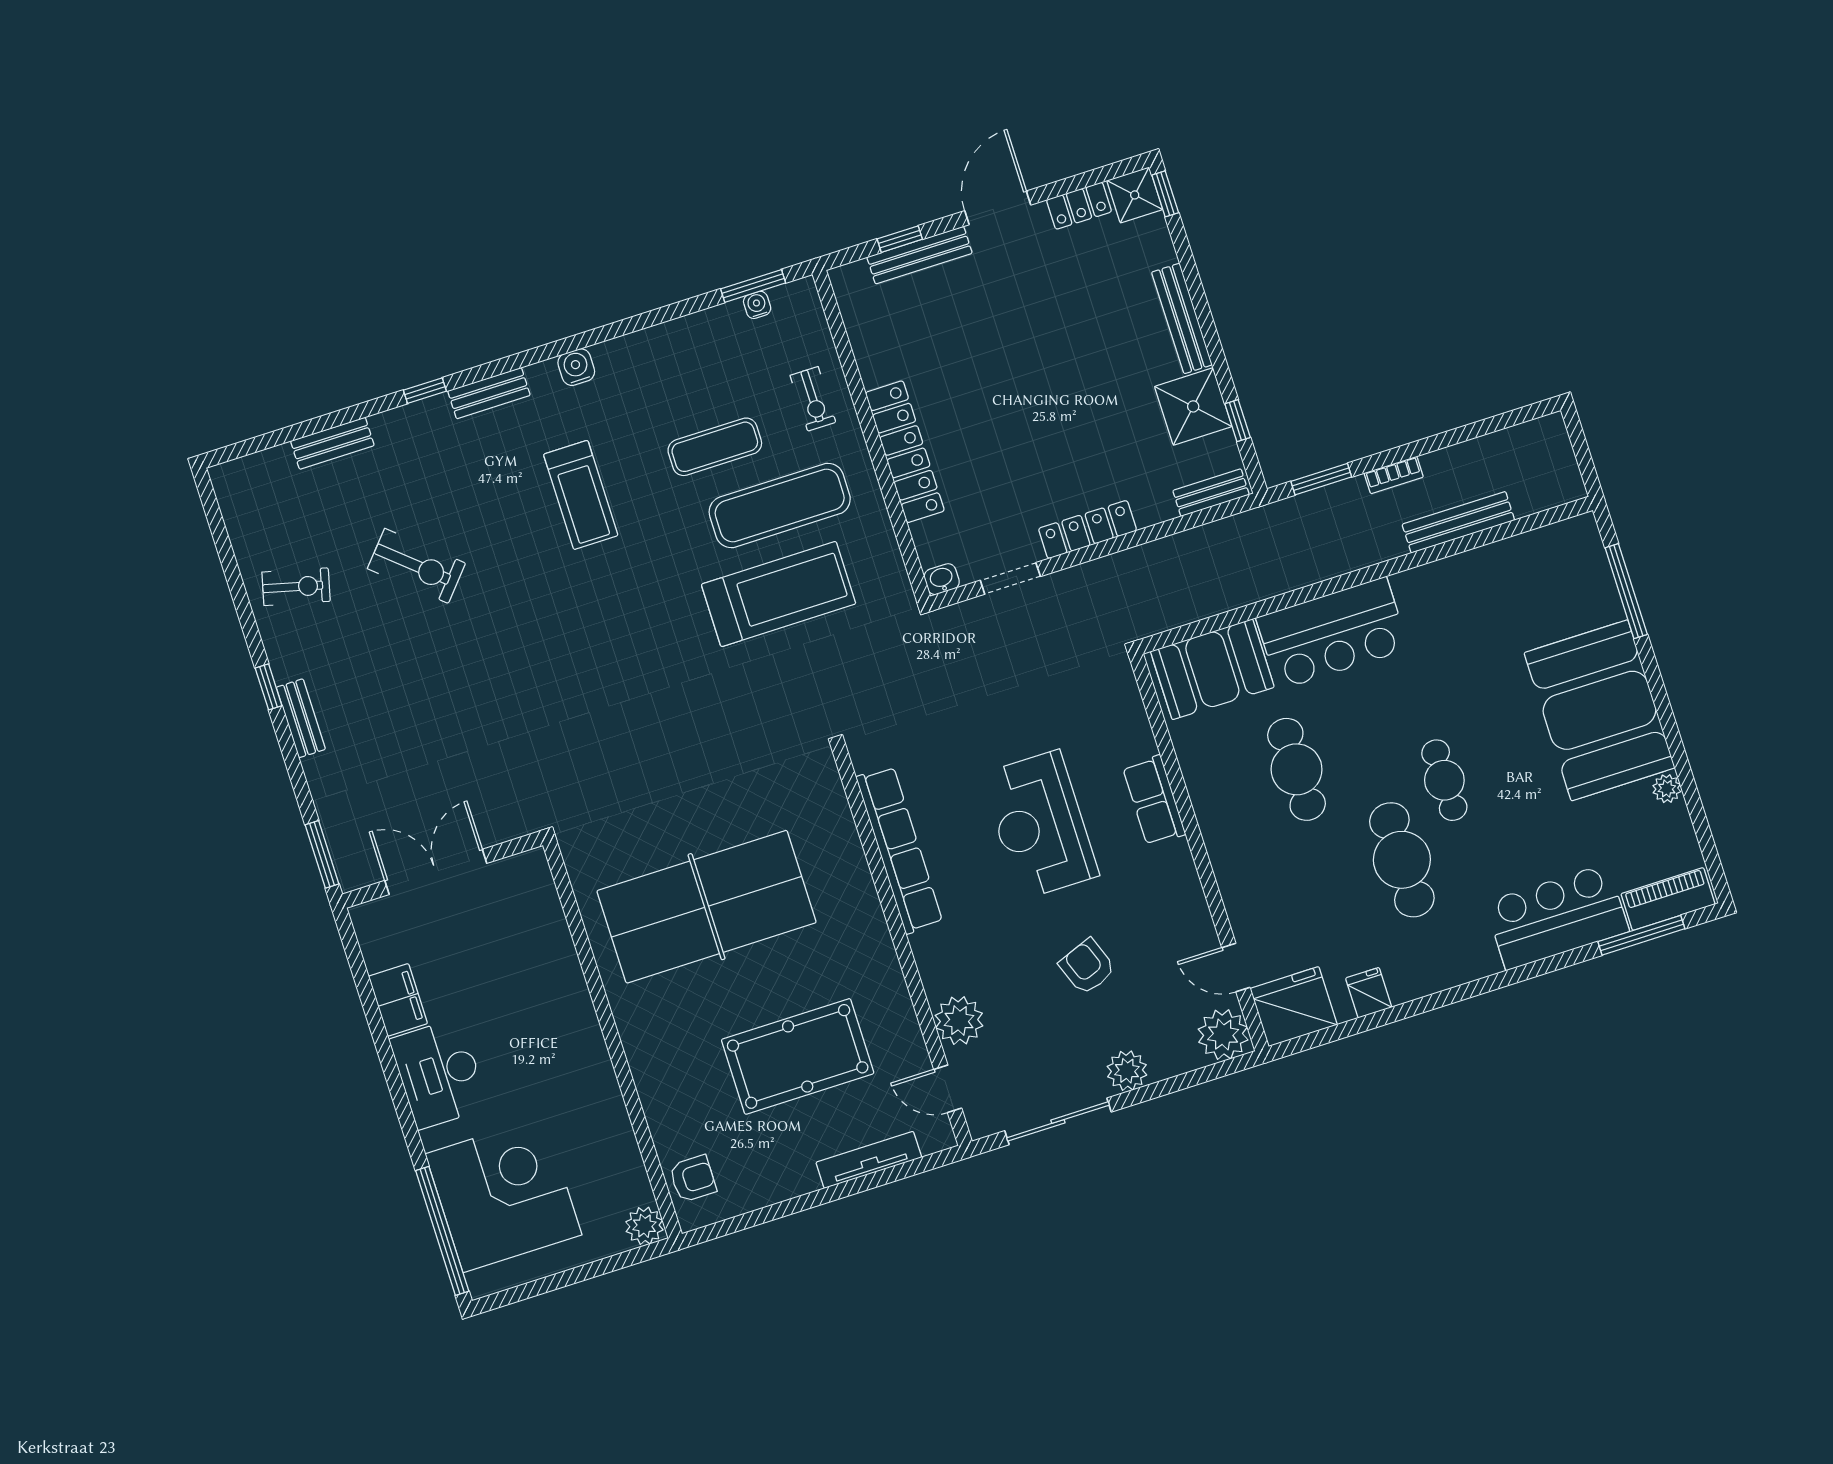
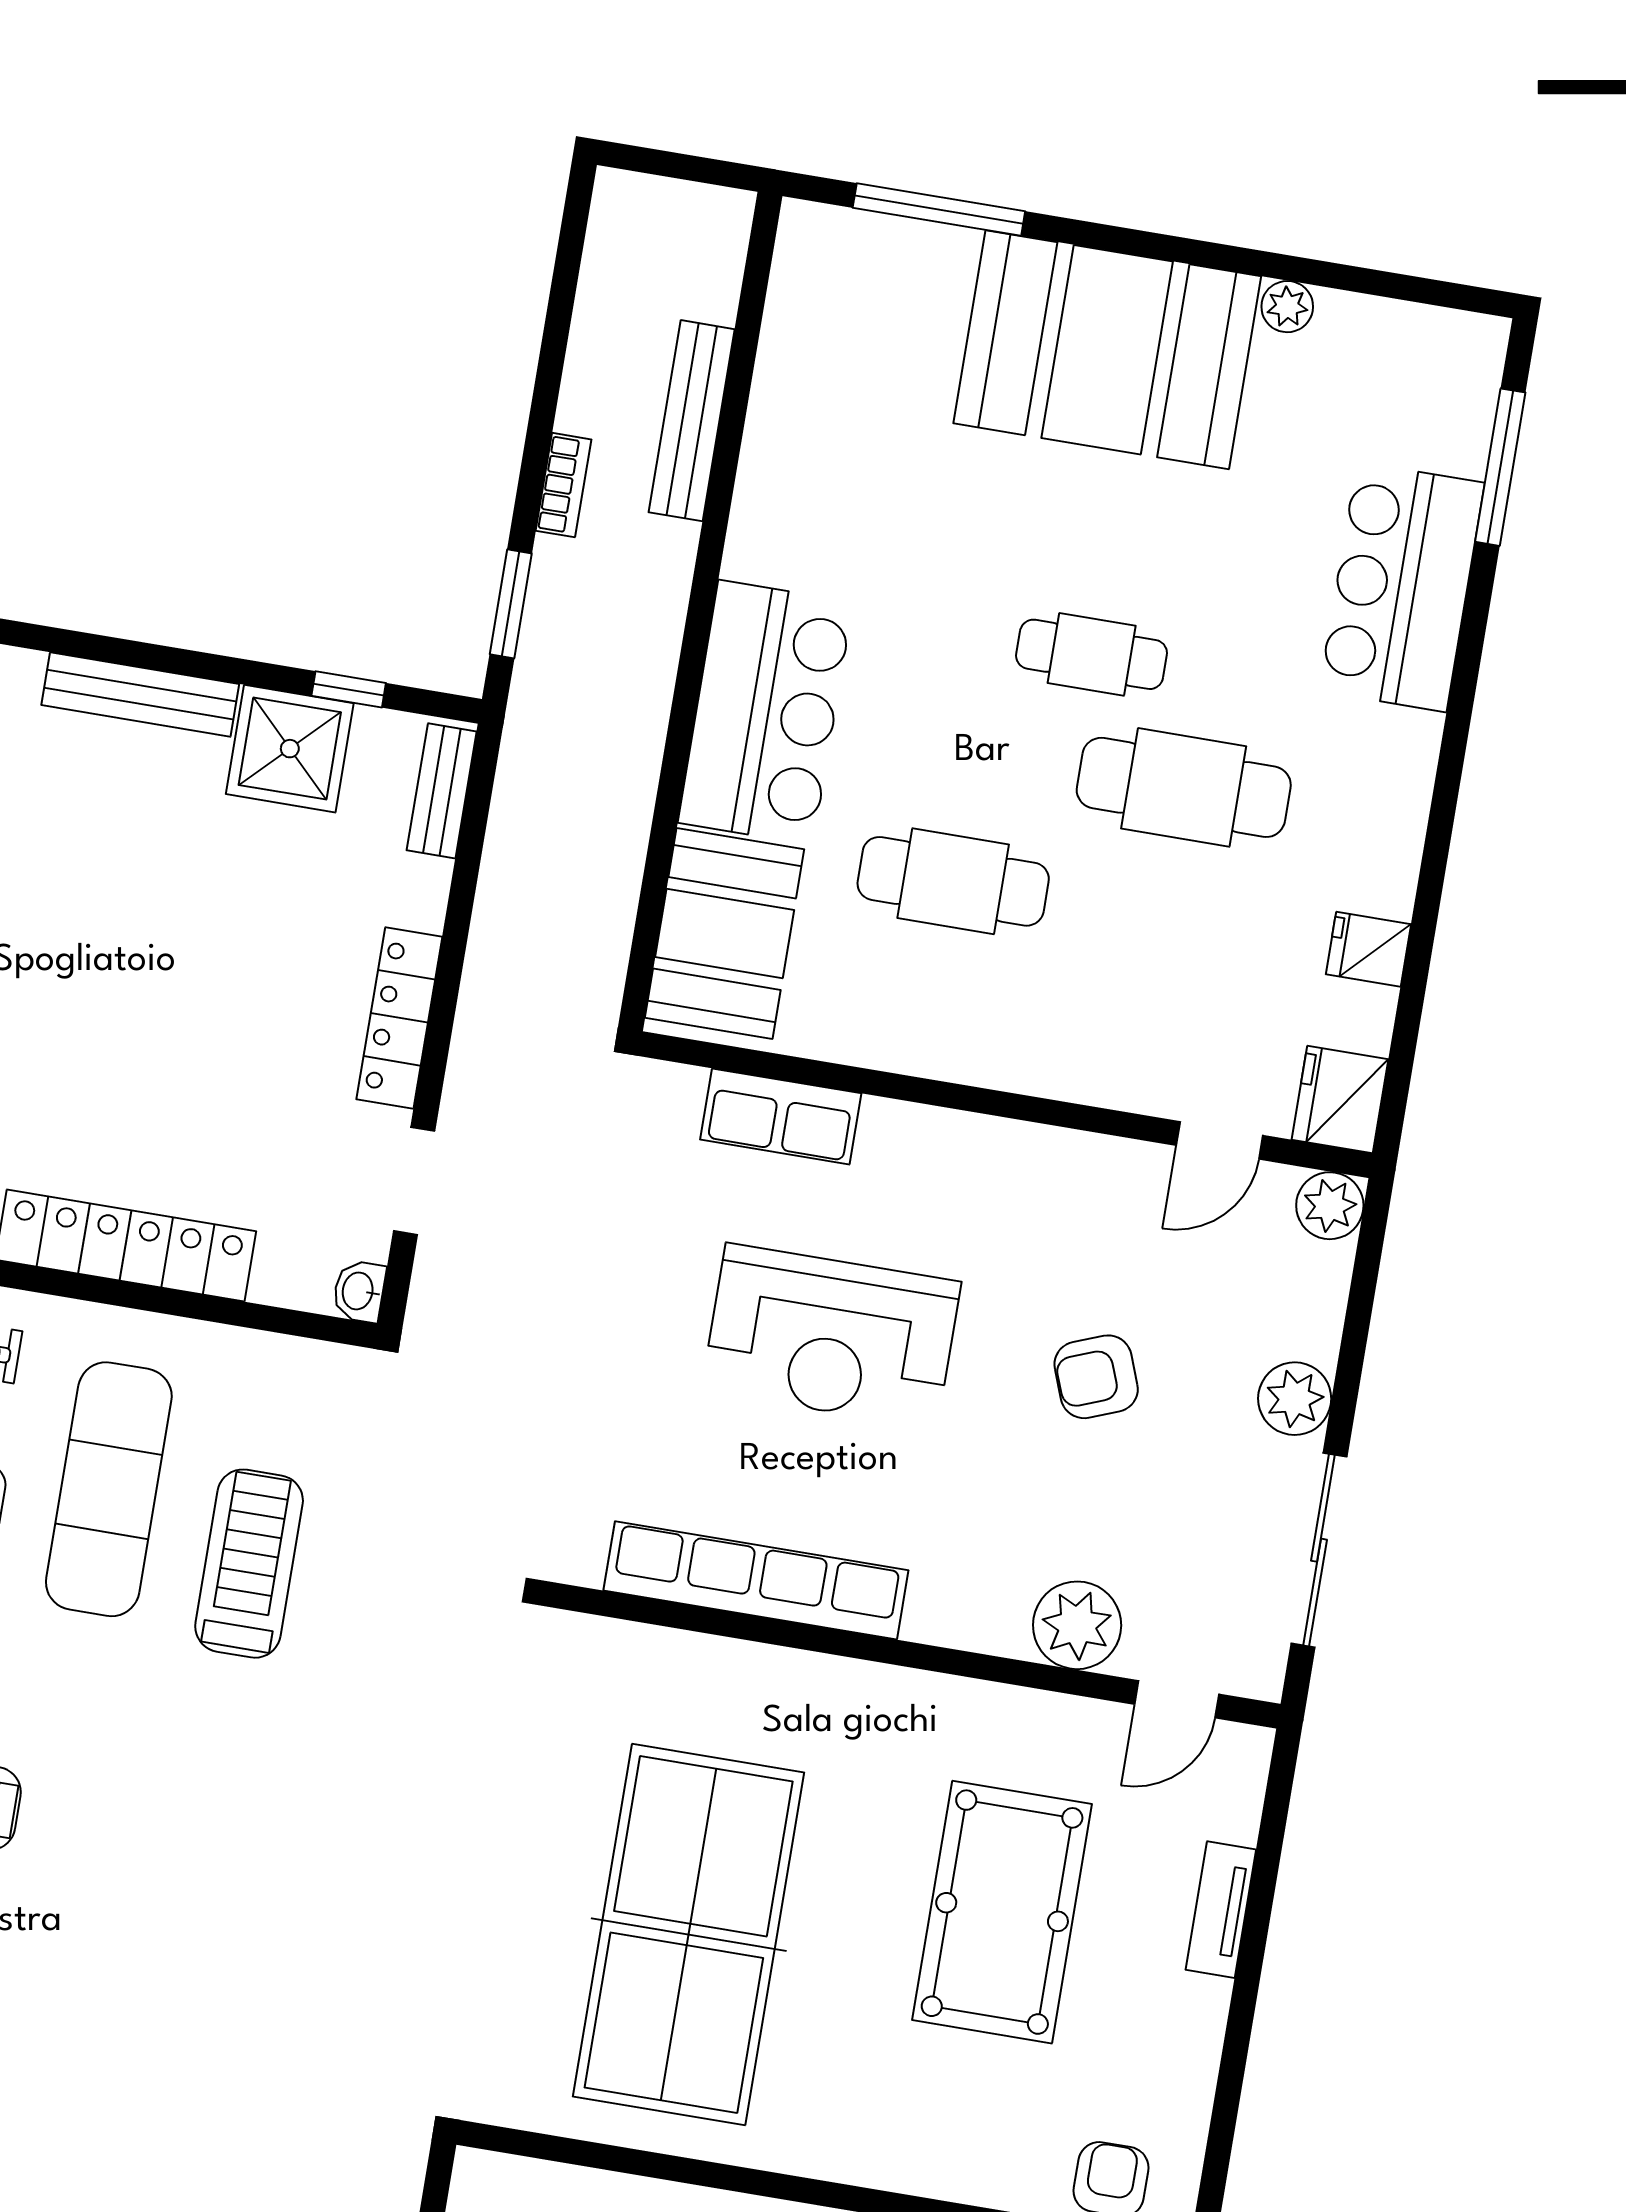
treadmill: (779, 594) -> (249, 1564), width x0.73, depth x0.73
row of seats: (1154, 800) -> (781, 1116), moved
piano: (1668, 899) -> (1464, 395), removed
fridge: (1294, 1007) -> (1340, 1099), width x0.73, depth x0.75
plant: (1223, 1035) -> (1330, 1206), width x0.73, depth x0.73
tv unit: (869, 1160) -> (1221, 1910), width x0.71

